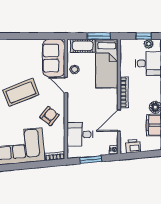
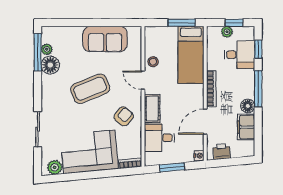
plant: (149, 44) -> (227, 32), moved
cot: (83, 46) -> (152, 109), moved, turned 90
sofa: (54, 58) -> (105, 39), moved, turned -90

